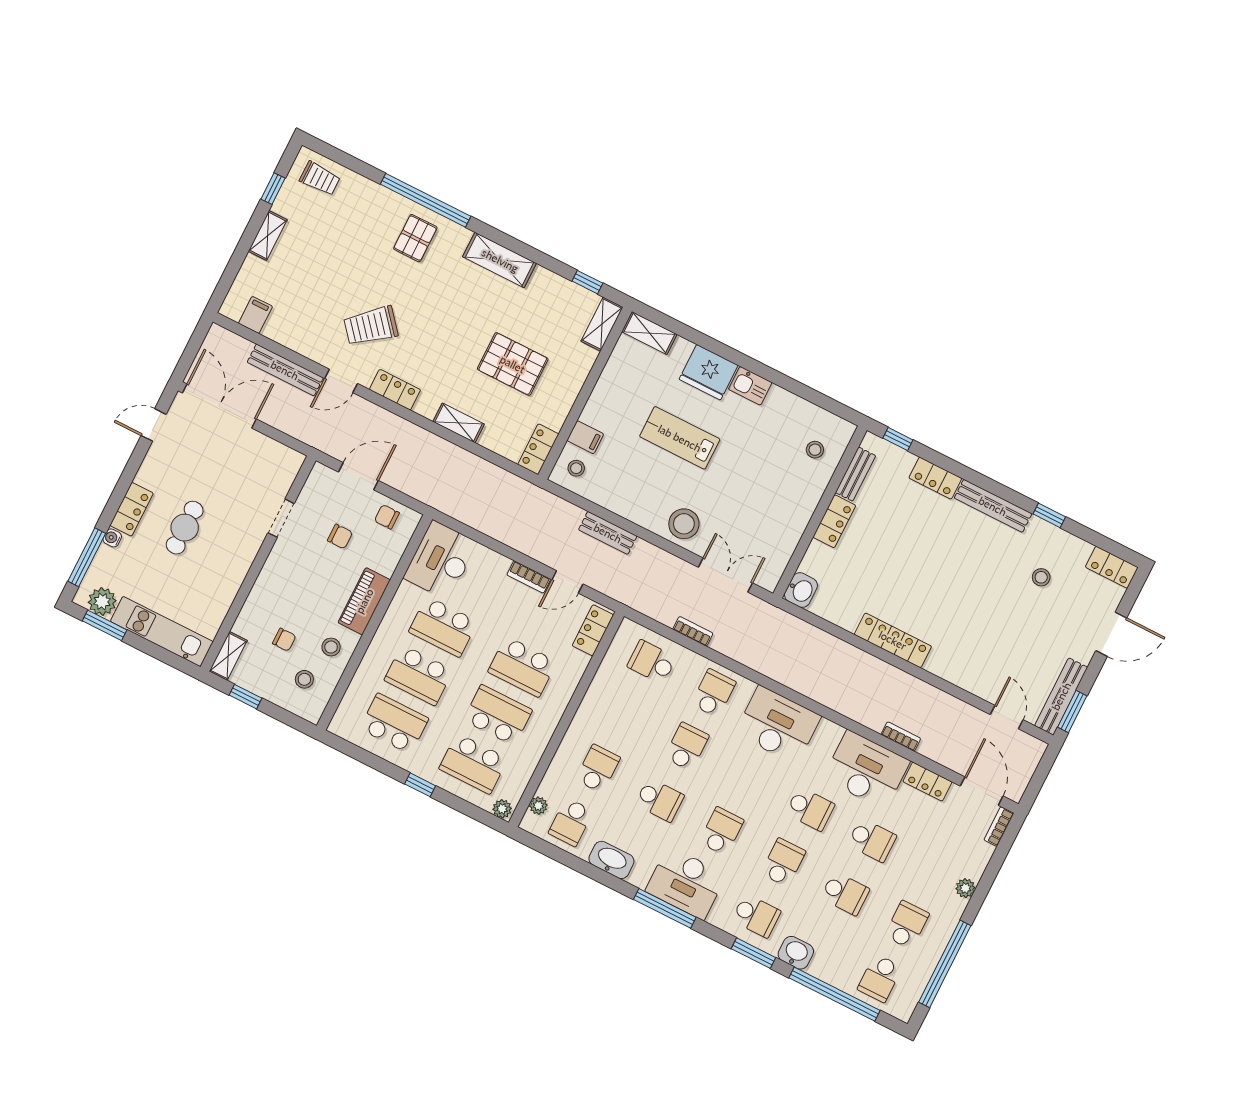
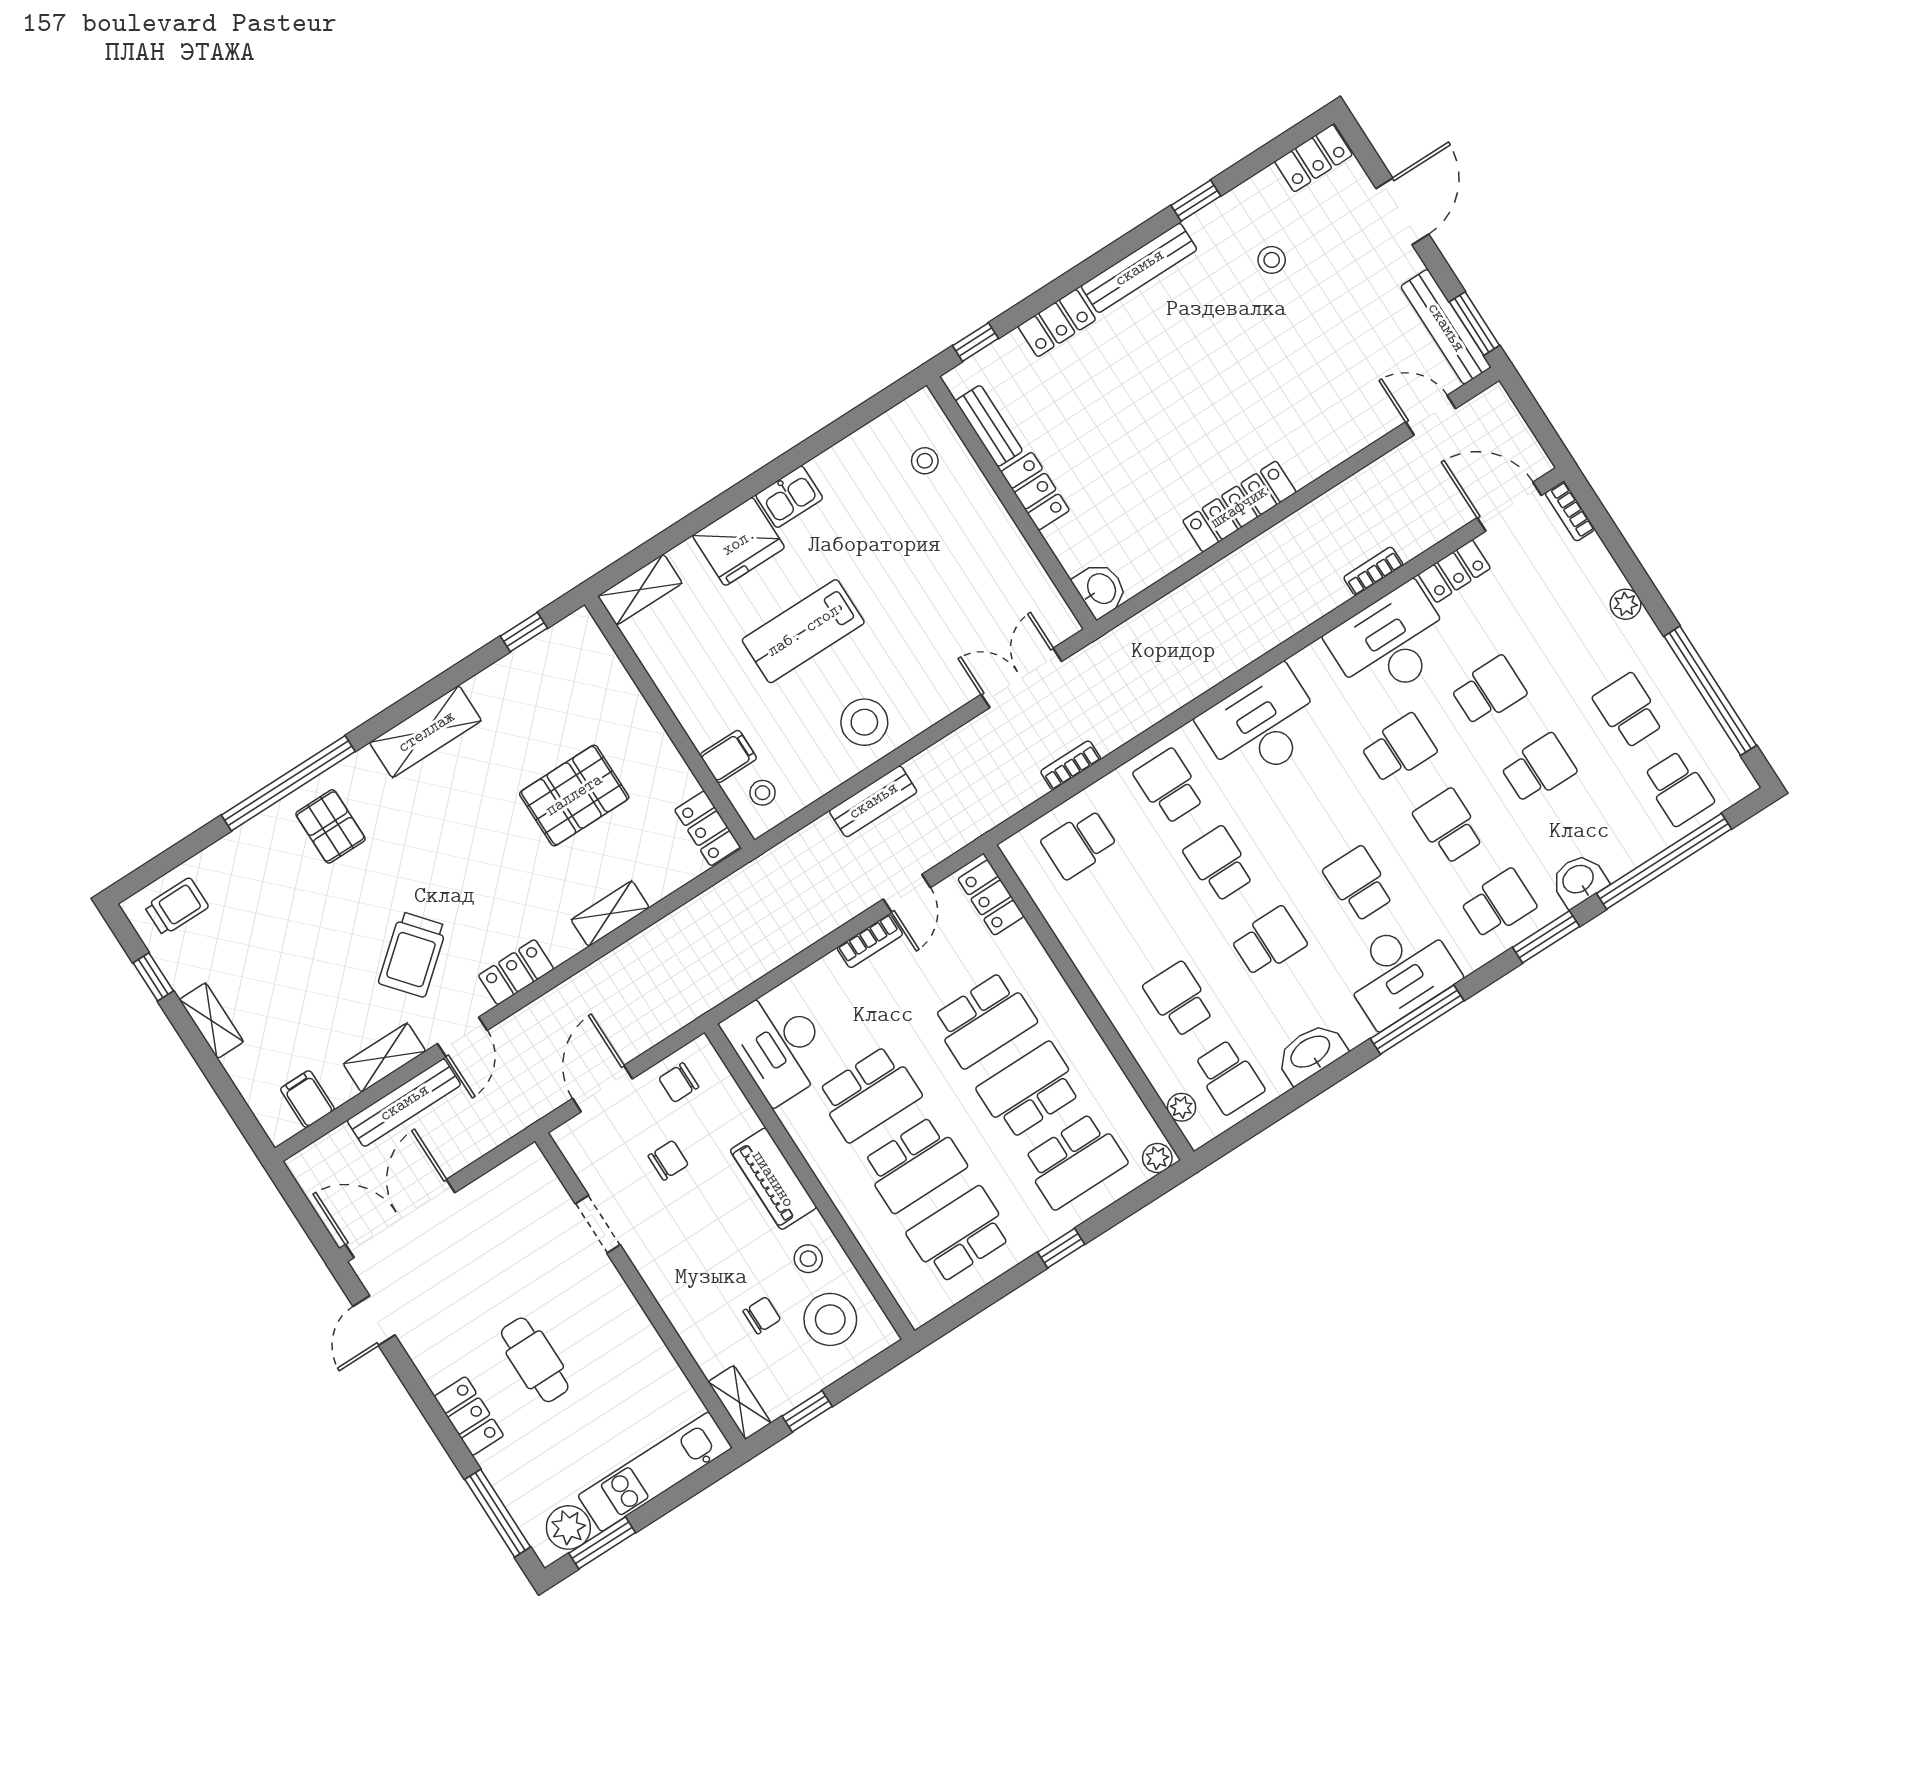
shelving: (602, 324) -> (384, 1058), moved, turned 90
stool: (684, 524) -> (864, 722), moved
water cooler: (112, 538) -> (492, 1464), removed
stool: (304, 679) -> (830, 1319), width x1.89, depth x1.89

